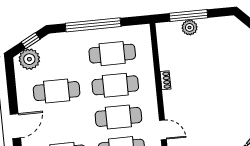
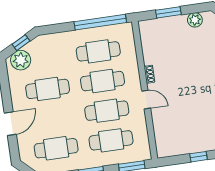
window: (189, 16) -> (168, 12), width x0.69
window: (93, 25) -> (100, 22), moved
plant: (190, 27) -> (195, 20), moved
door: (163, 130) -> (146, 100), moved

